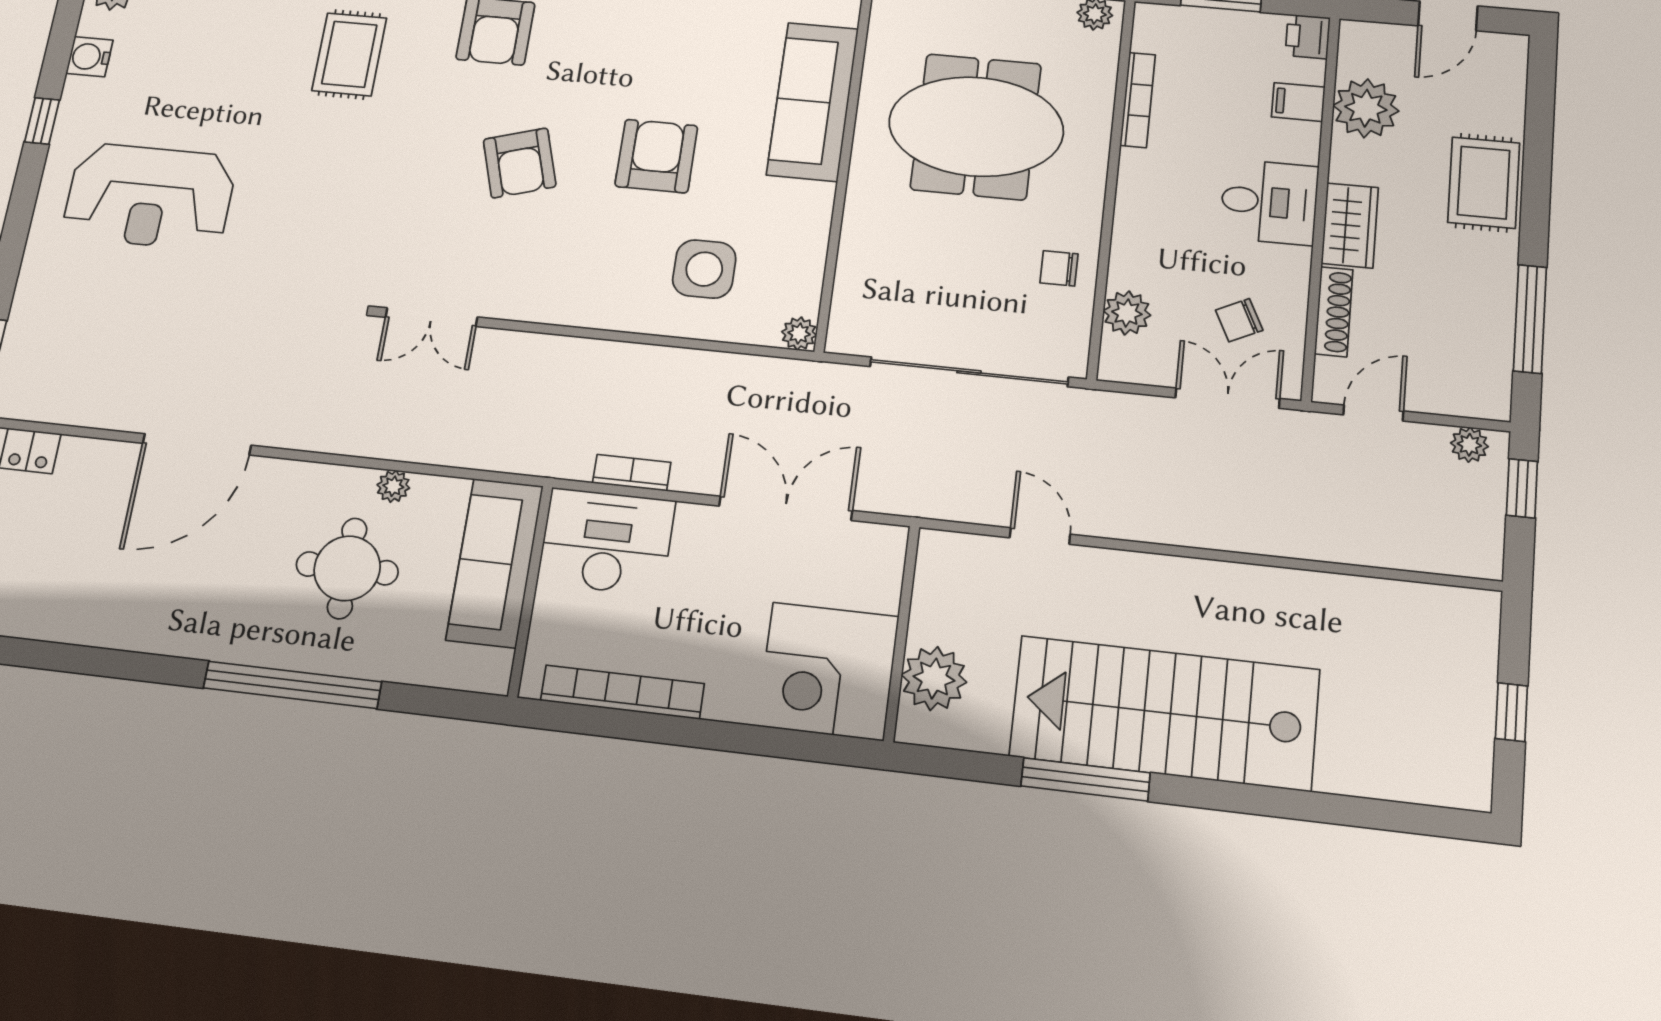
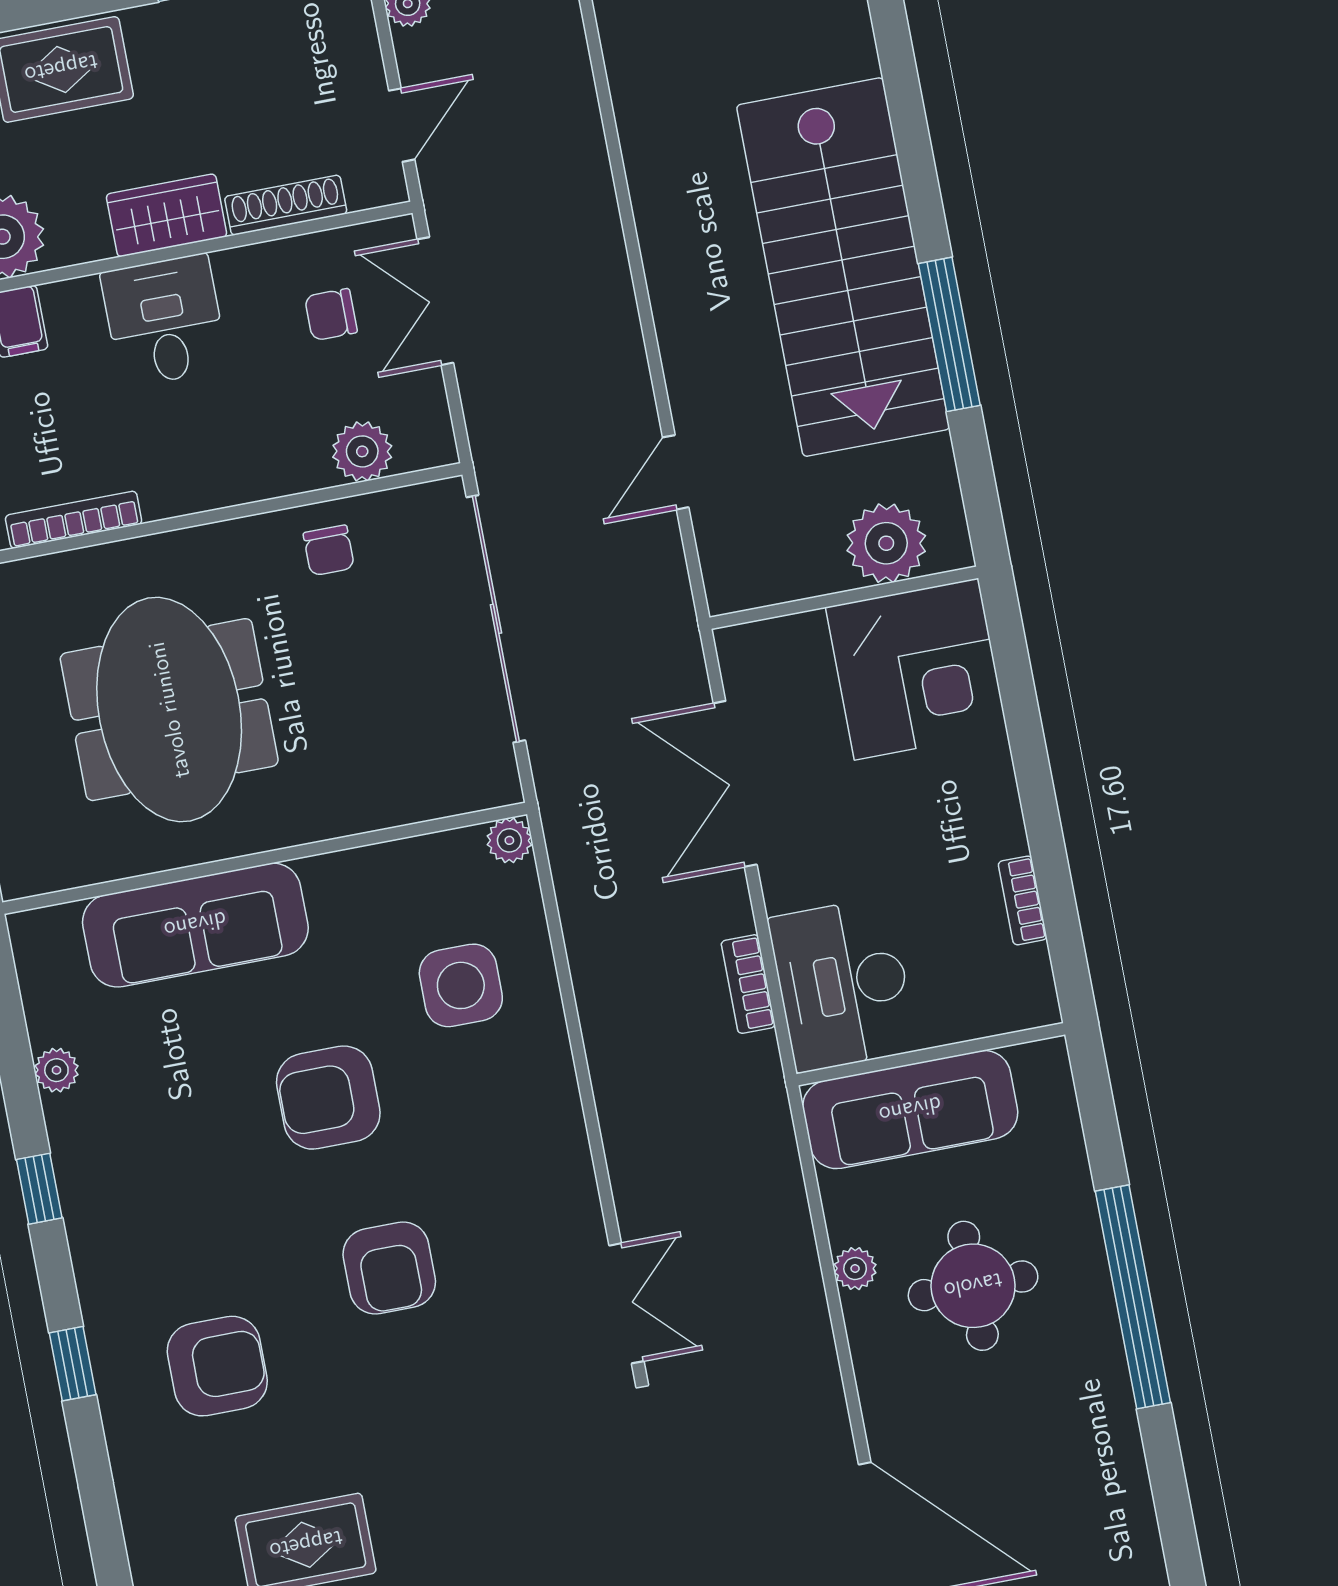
armchair: (520, 163) -> (389, 1268), turned 107
chair: (1239, 320) -> (331, 315), turned 116
door: (1373, 413) -> (402, 125), swing flipped
bookcase: (622, 692) -> (1023, 900), width x0.43, depth x0.76

